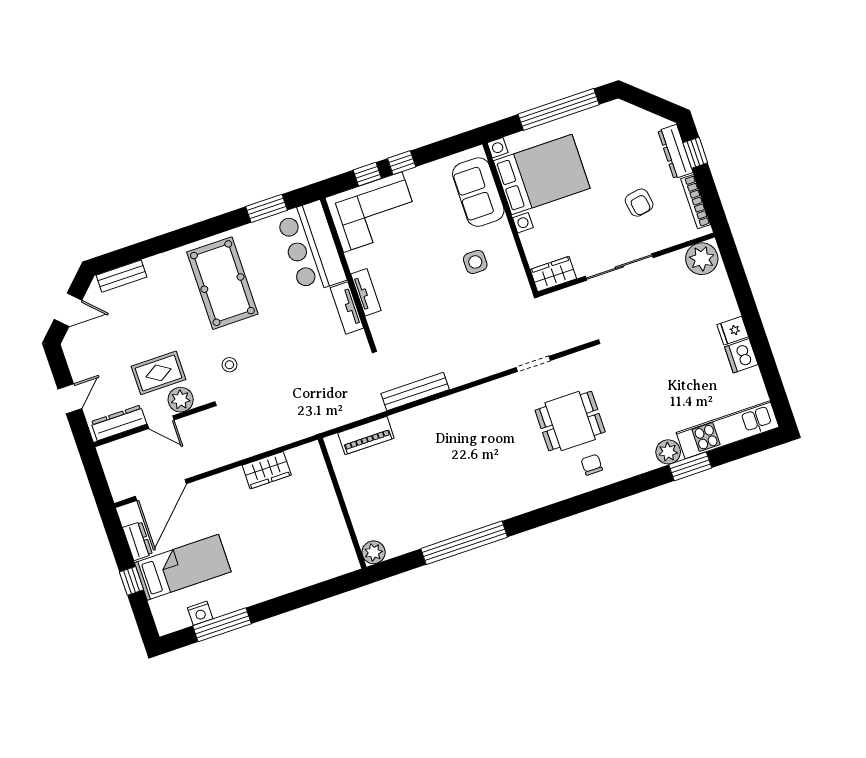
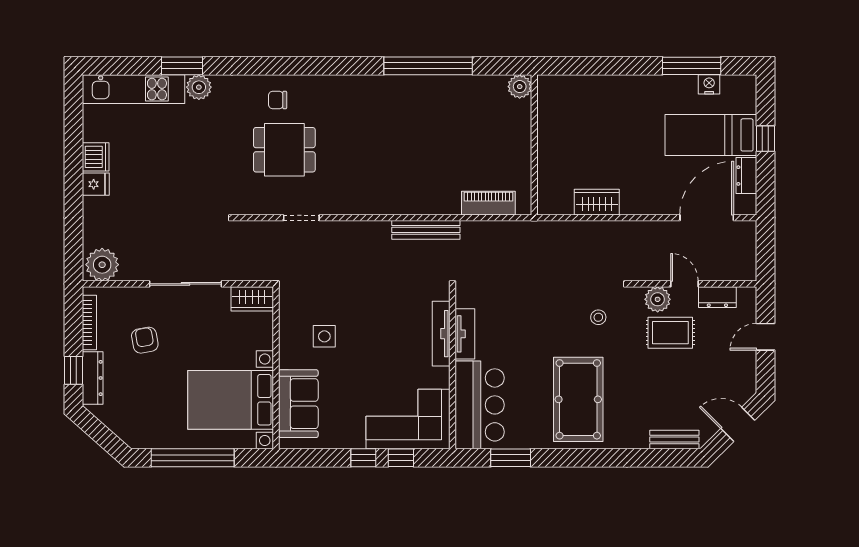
tv unit: (366, 292) -> (441, 334), width x1.41
dresser: (119, 423) -> (717, 297), width x0.70
chair: (592, 465) -> (278, 100), turned 90

